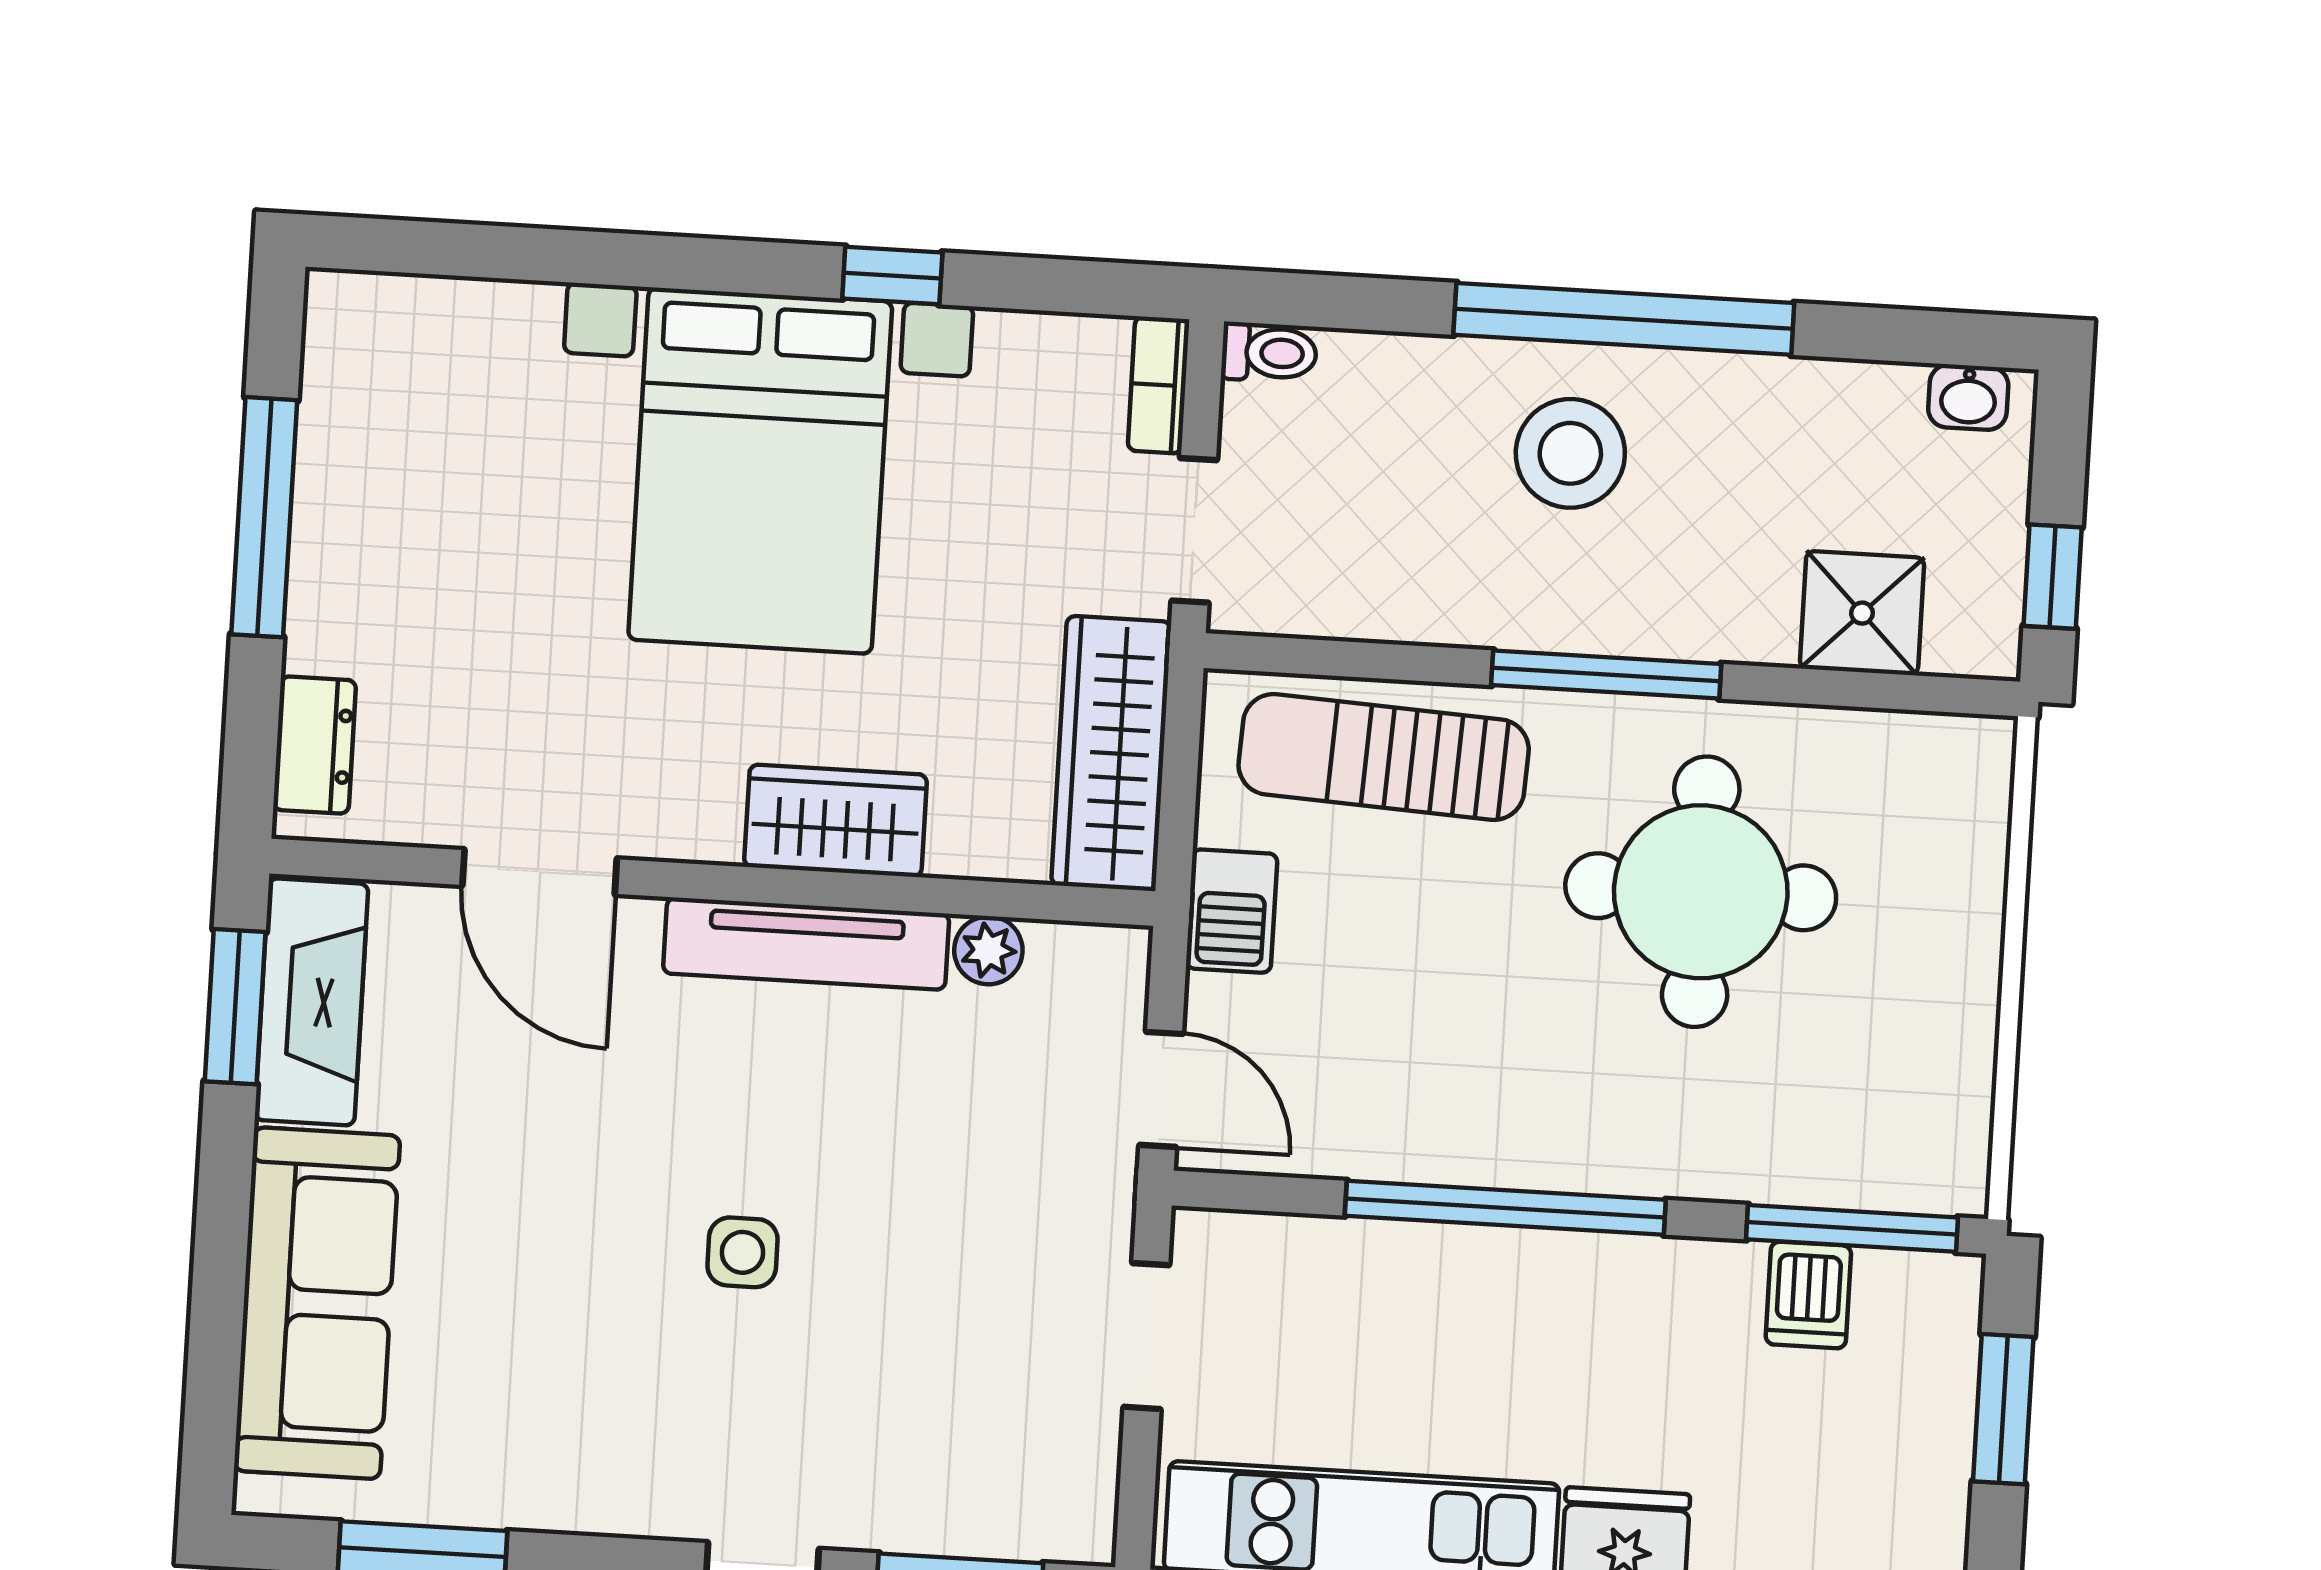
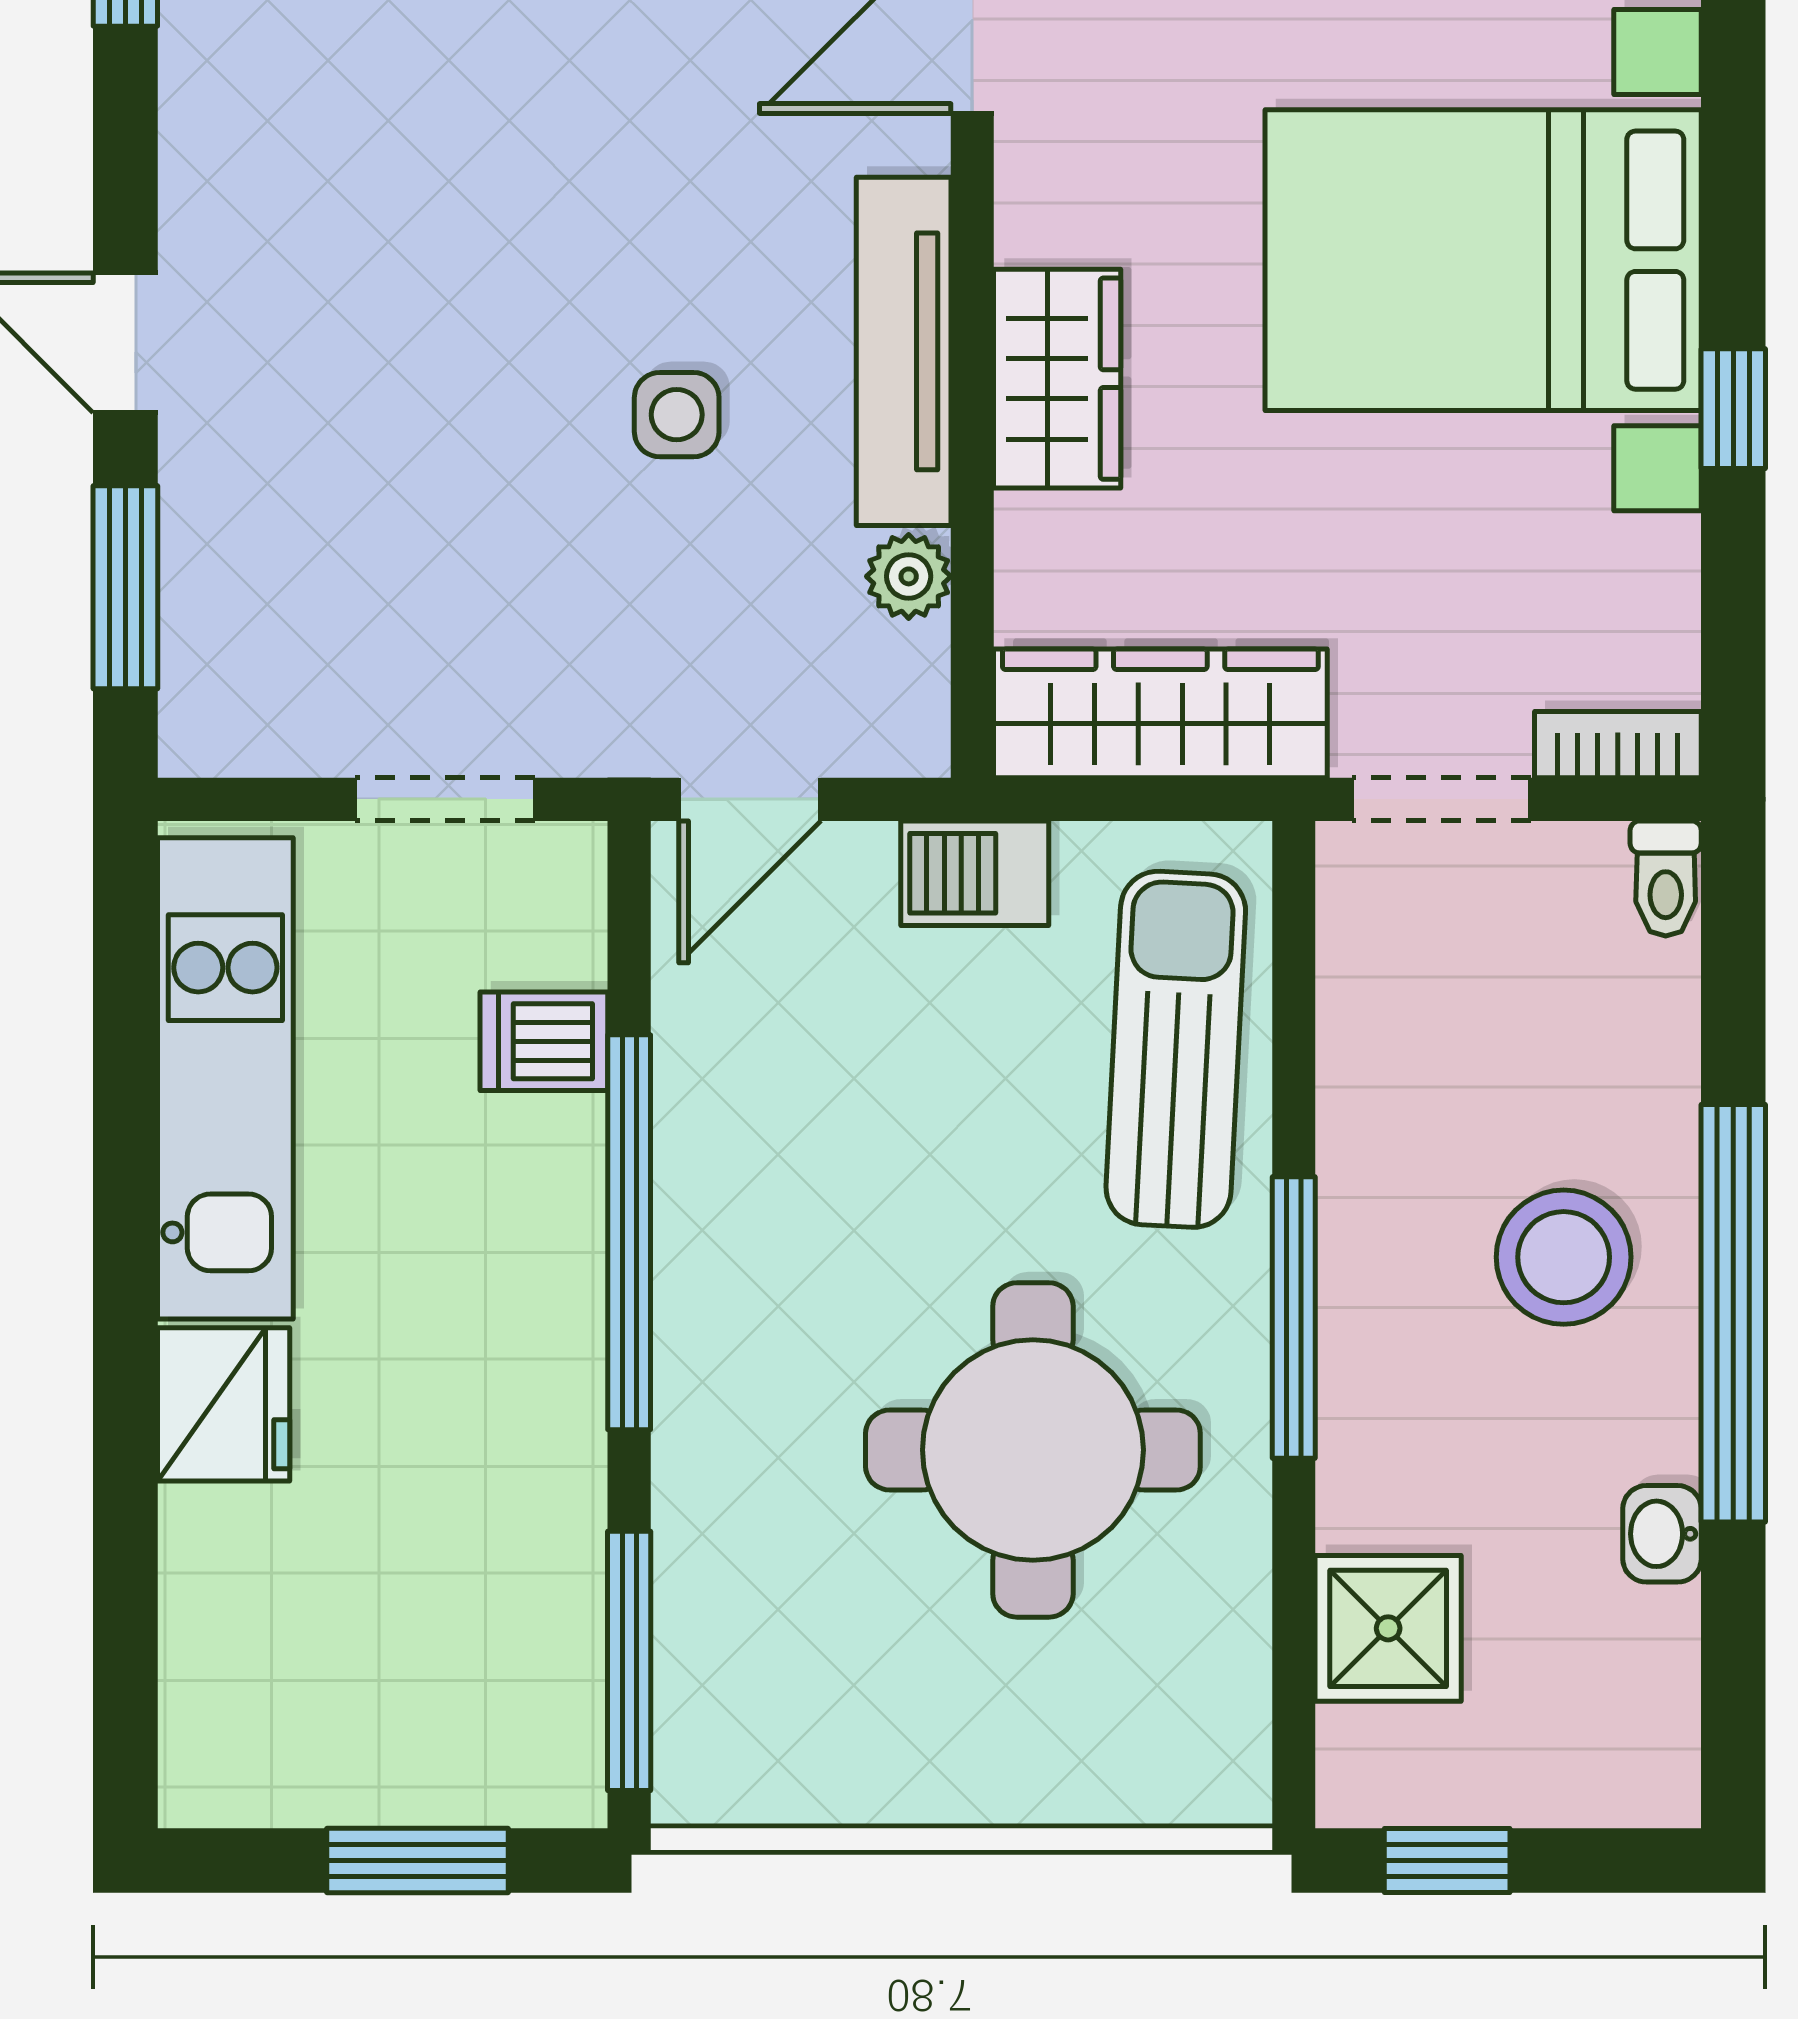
washbasin: (1968, 397) -> (1662, 1534), moved
side table: (742, 1252) -> (677, 415), moved
dishwasher: (1808, 1295) -> (544, 1041), moved

